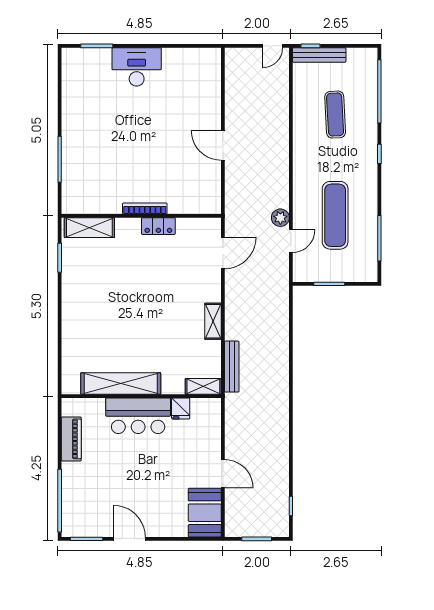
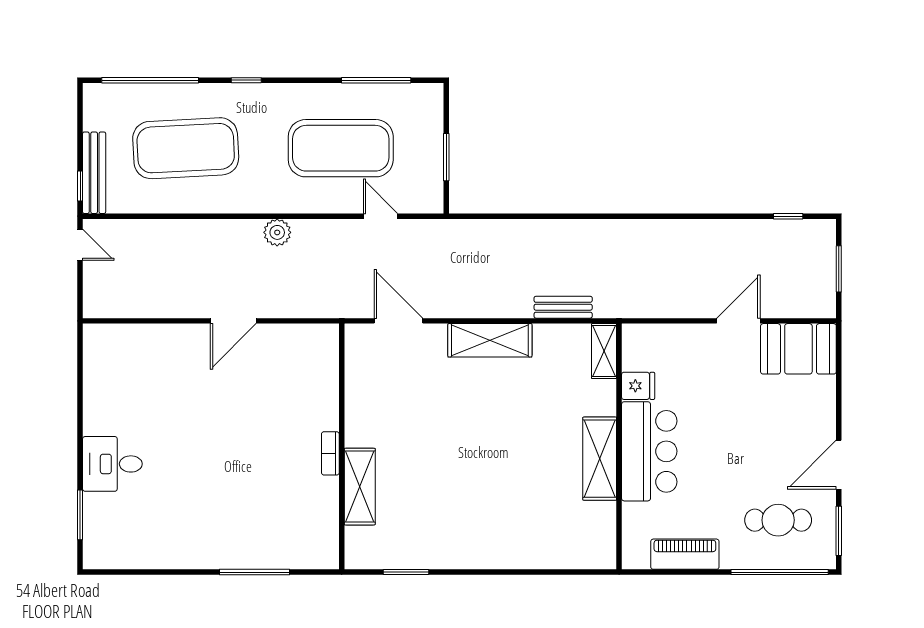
desk: (137, 67) -> (112, 464), width x0.73
exercise mat: (335, 115) -> (186, 148), width x2.00, depth x1.45
bookcase: (145, 209) -> (330, 453), width x0.64
exercise mat: (335, 215) -> (341, 148), width x1.47
plant: (280, 218) -> (277, 232), moved
locker: (158, 226) -> (357, 420), removed
shelving: (89, 228) -> (360, 487), moved
shelving: (213, 321) -> (490, 340), width x1.50, depth x1.33
bench: (232, 367) -> (563, 307), width x0.73
shelving: (121, 384) -> (600, 459), width x0.68
cafe table: (93, 499) -> (778, 520), added

